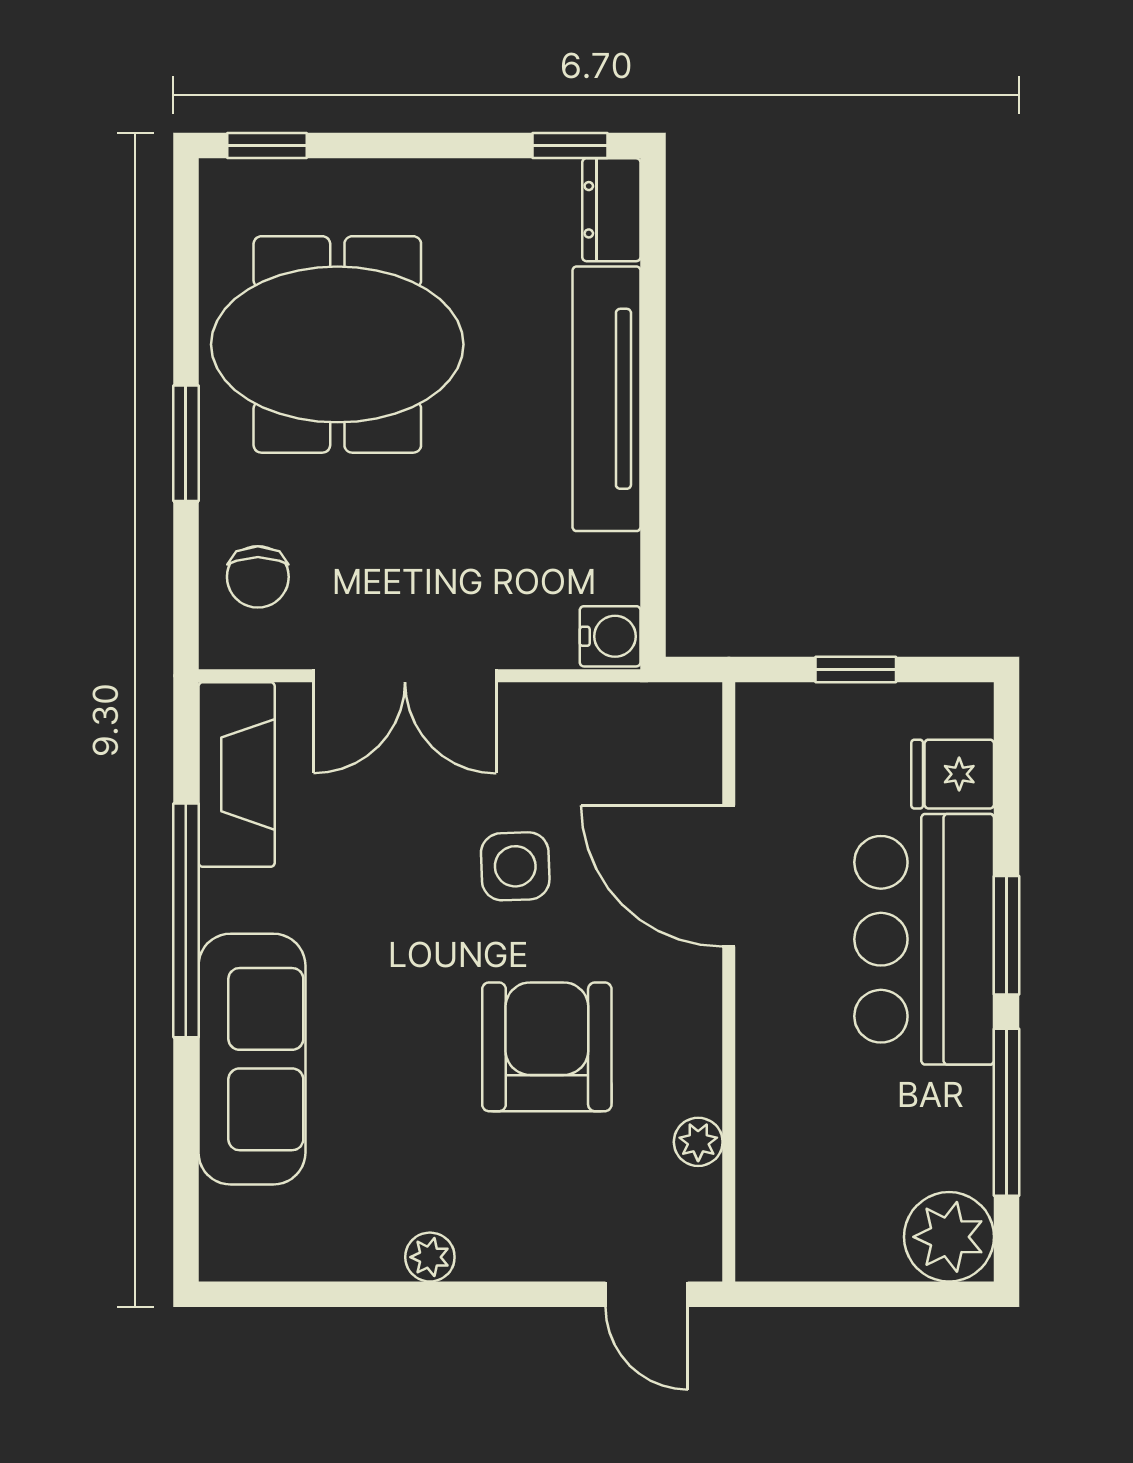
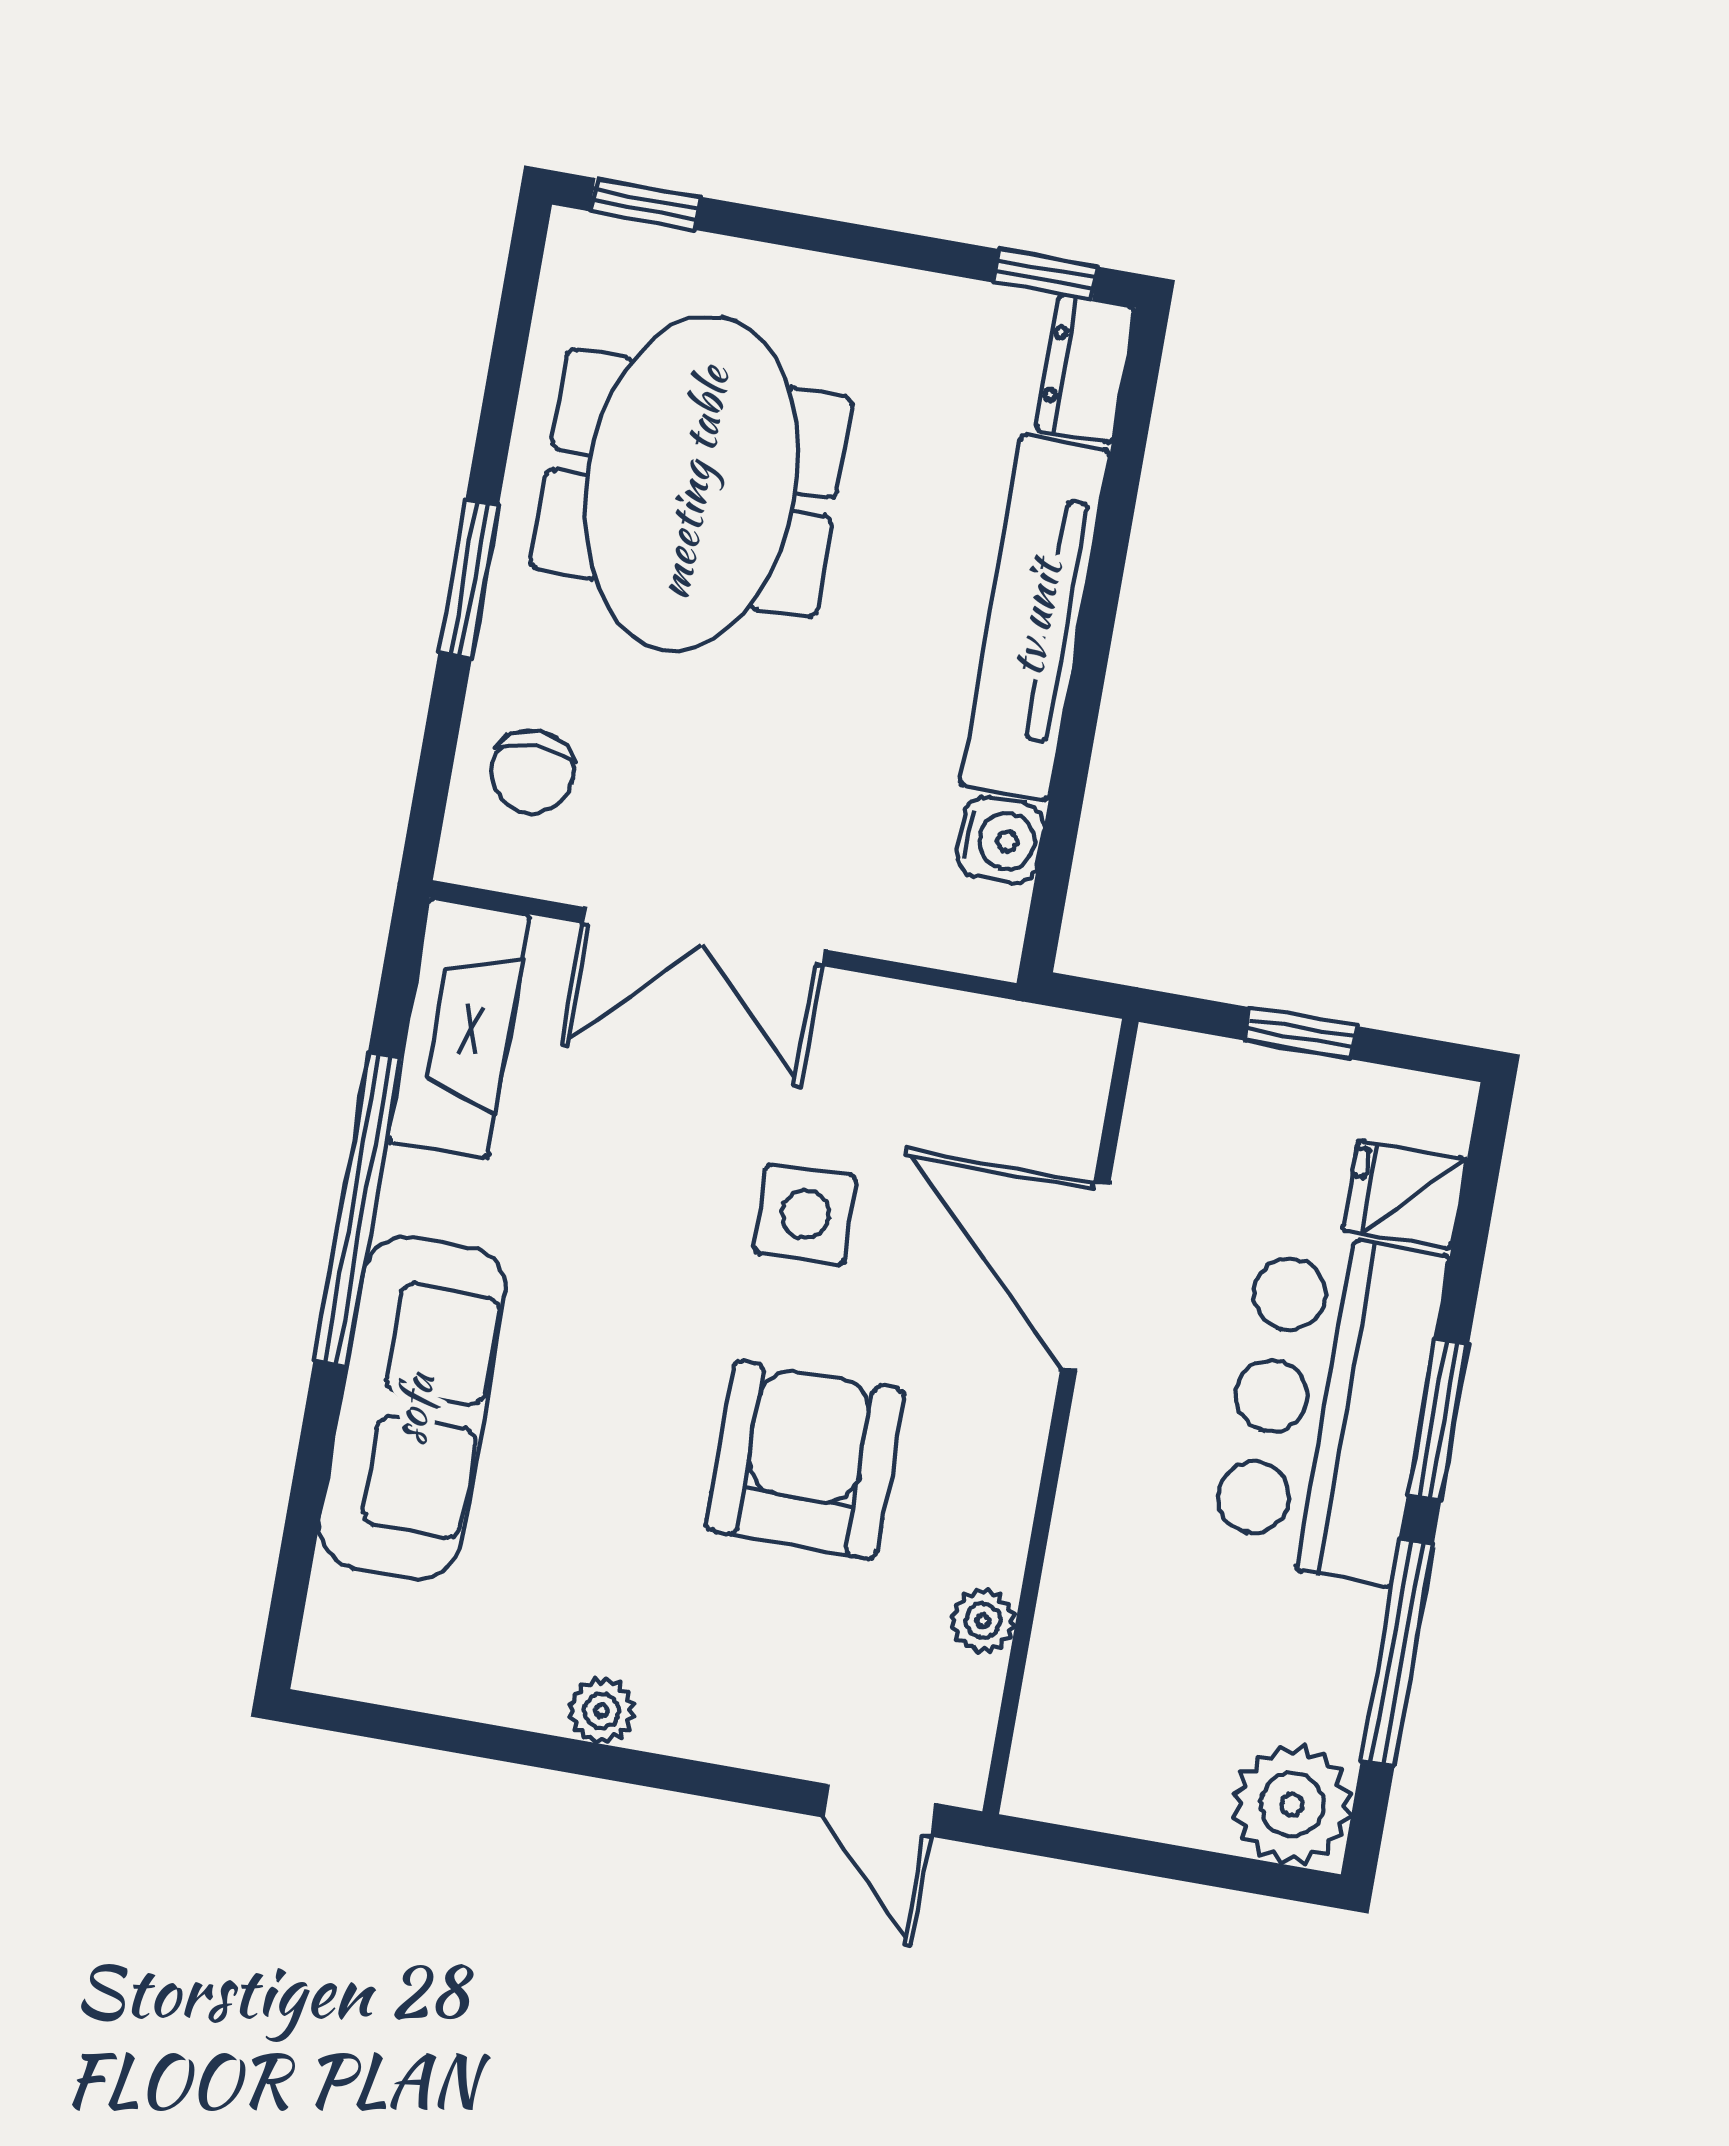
meeting table: (337, 344) -> (692, 483), turned 90
water cooler: (610, 636) -> (1001, 840), moved

